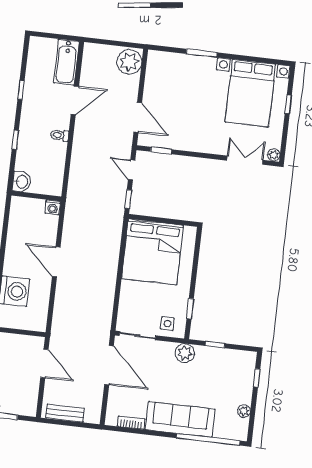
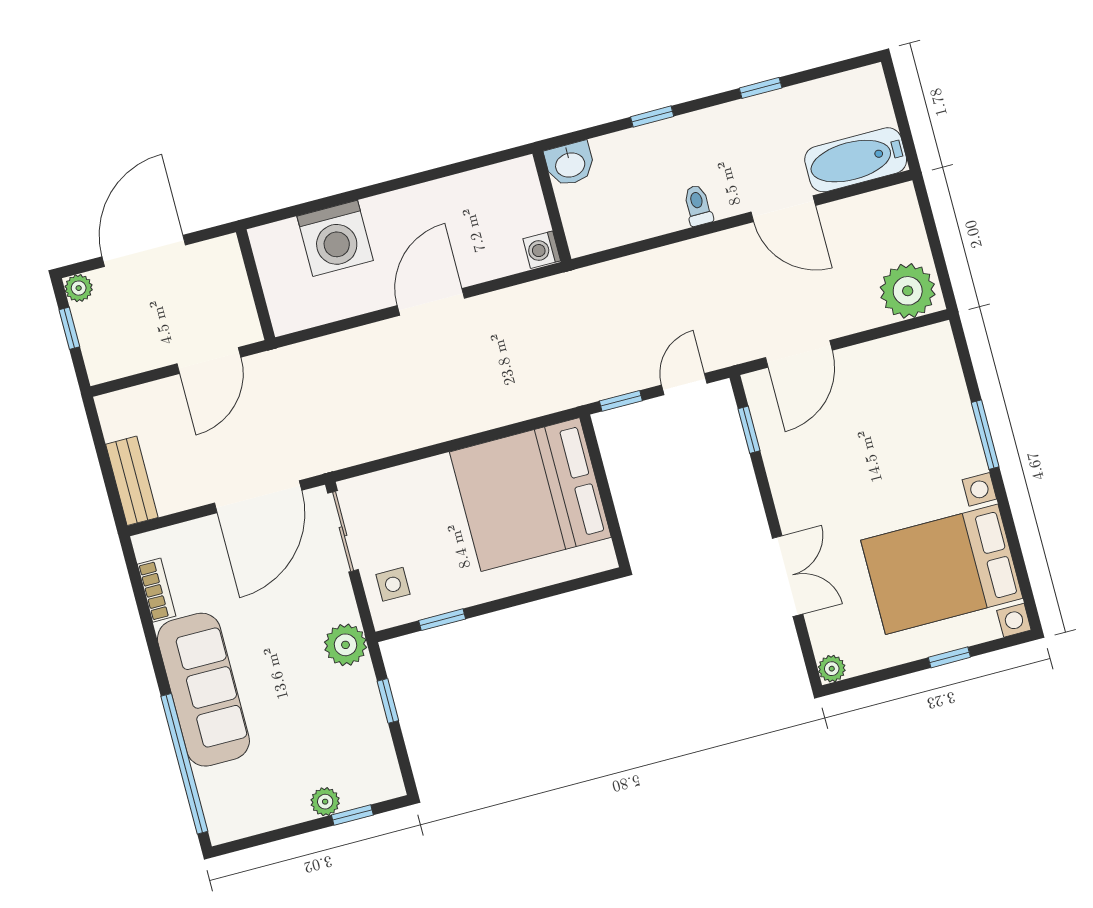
double door: (245, 160) -> (788, 576), moved
plant: (244, 411) -> (325, 802), moved
bench: (65, 413) -> (132, 481), moved

